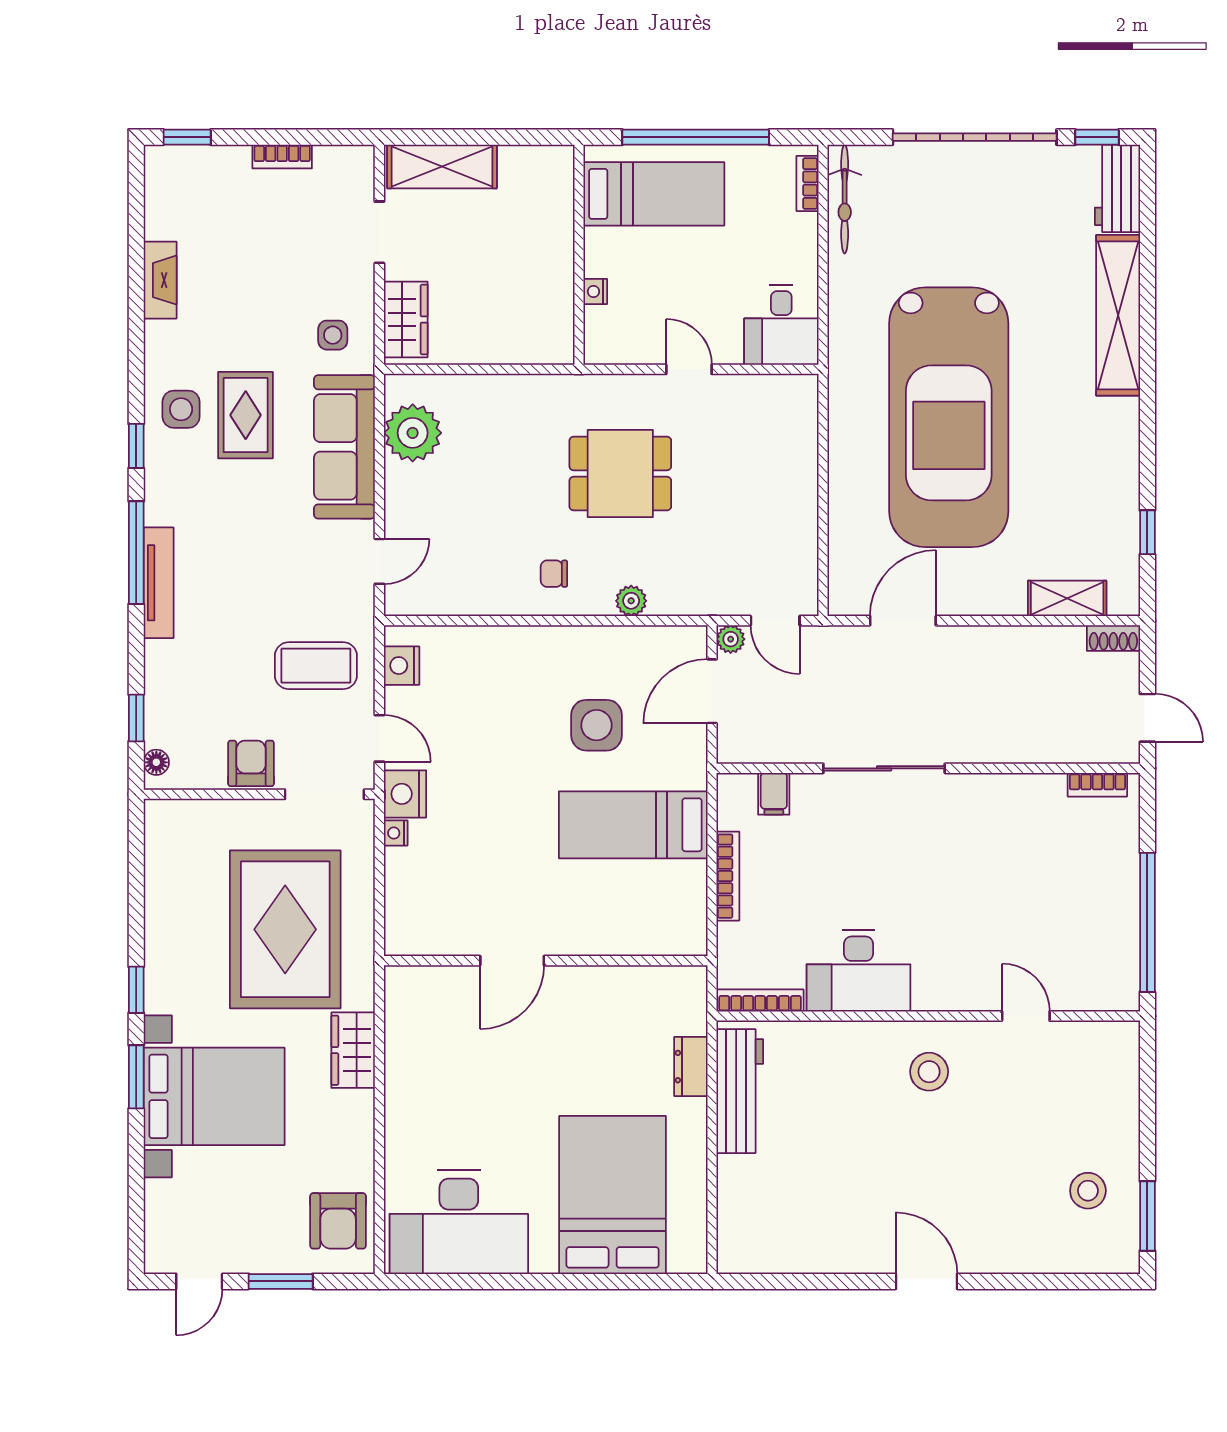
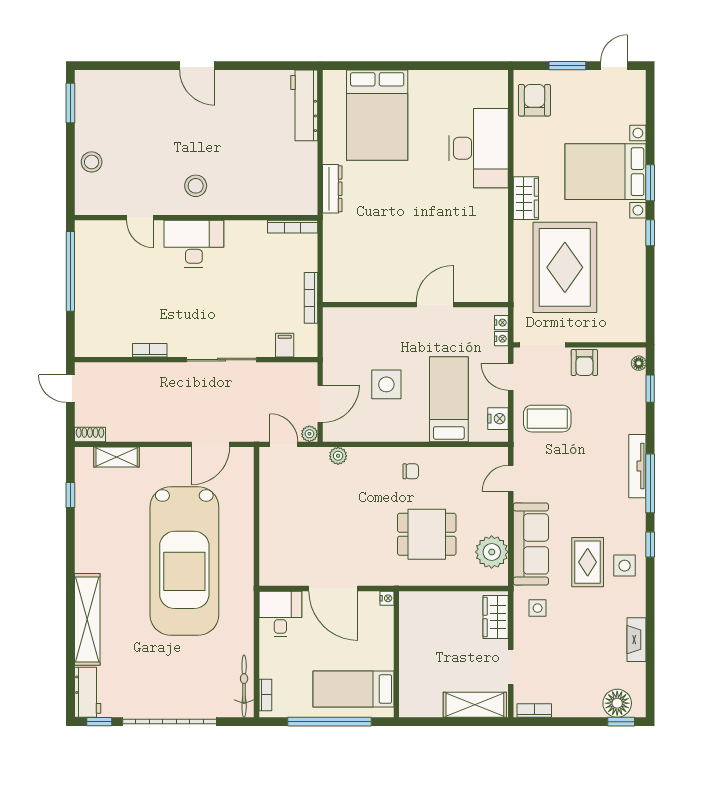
bookcase: (282, 156) -> (534, 710), moved
floor lamp: (194, 169) -> (617, 703), added
nightstand: (595, 291) -> (387, 598), moved
door: (689, 369) -> (333, 588), width x1.88
car: (949, 417) -> (184, 561), turned 180
dining table: (620, 473) -> (427, 534), moved
plant: (631, 601) -> (338, 456), moved
bookcase: (1097, 785) -> (150, 350), moved
nightstand: (405, 794) -> (501, 339), width x0.53, depth x0.56
bed: (633, 825) -> (449, 399), moved, turned -90
door: (512, 961) -> (435, 305), moved
wall: (546, 961) -> (415, 305), moved
desk: (859, 971) -> (194, 244), moved
dresser: (691, 1067) -> (332, 189), width x1.44
workbench: (740, 1091) -> (304, 105), moved
stool: (1088, 1191) -> (92, 162), moved
desk: (459, 1222) -> (478, 148), moved, turned 90

